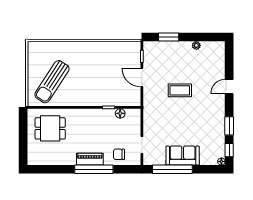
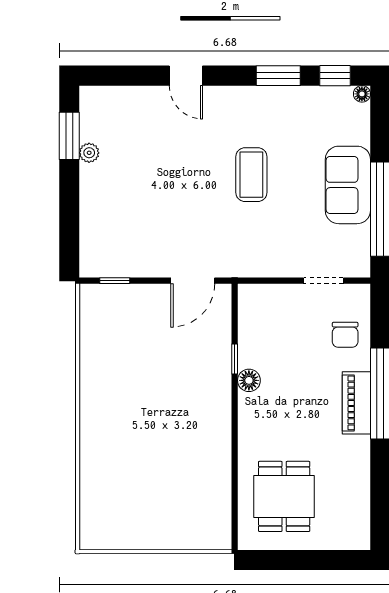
window: (169, 37) -> (69, 136), moved
door: (142, 78) -> (193, 281), moved
sun lounger: (52, 82) -> (174, 492), removed
coffee table: (180, 90) -> (251, 175), moved
floor lamp: (120, 113) -> (249, 380), moved

